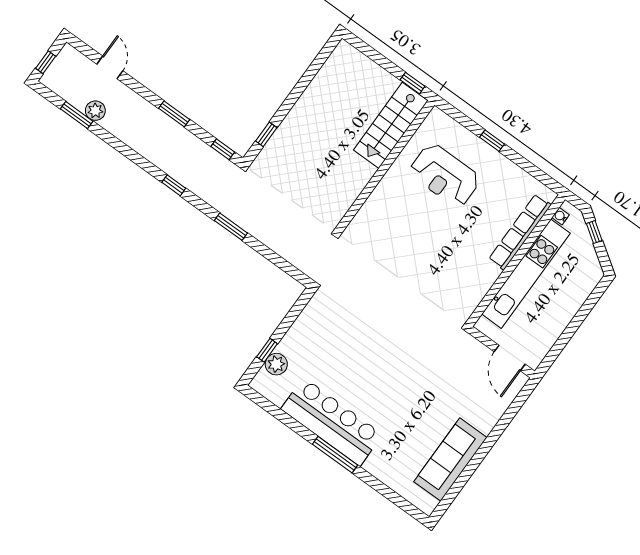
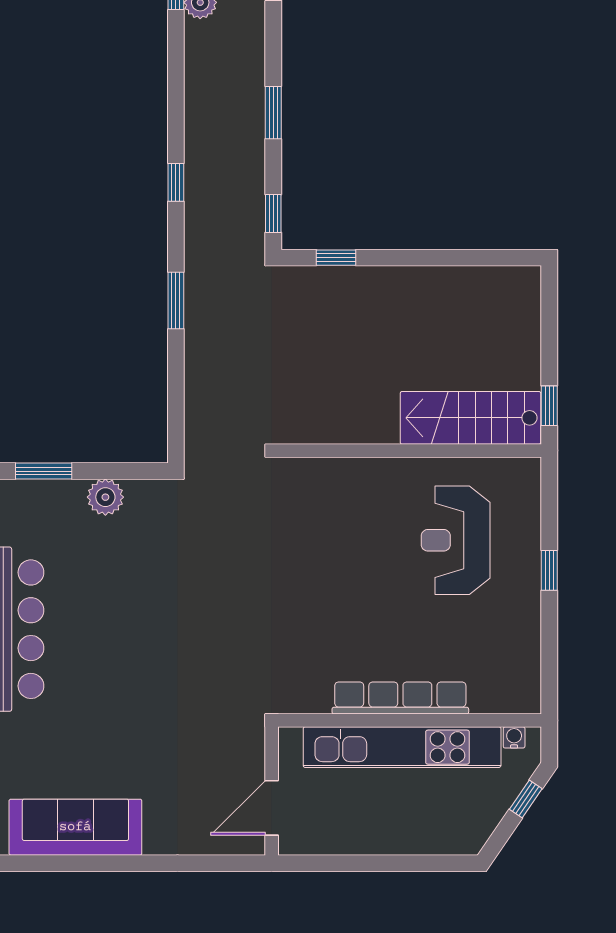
row of seats: (520, 232) -> (400, 698), moved
window: (267, 350) -> (44, 471), width x1.50
plant: (276, 364) -> (105, 497), moved

